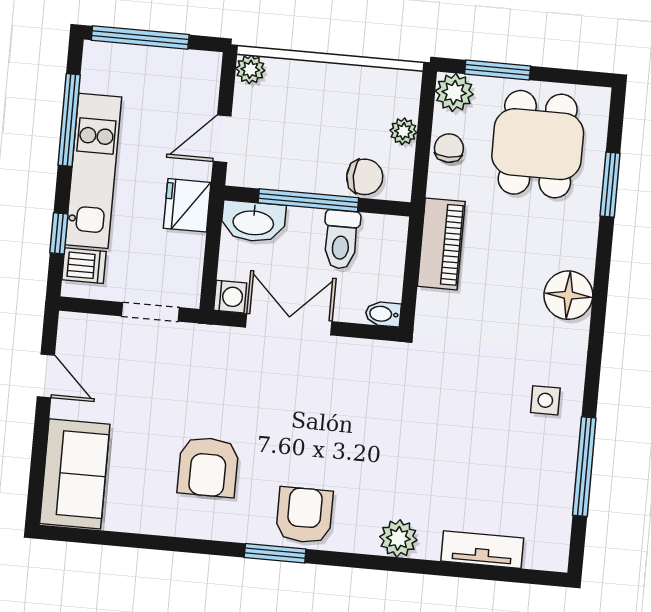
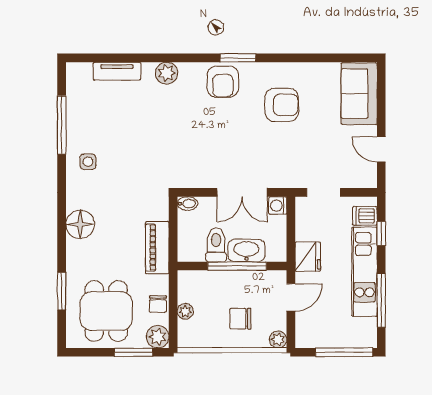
chair: (365, 177) -> (240, 319), moved
washbasin: (253, 222) -> (246, 251), moved
armchair: (208, 467) -> (282, 105), turned 90

